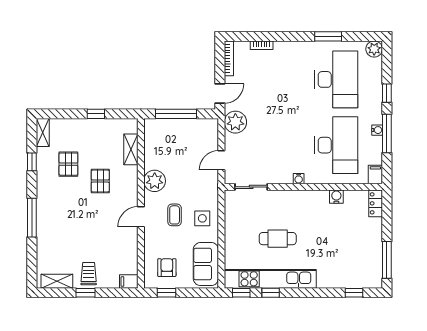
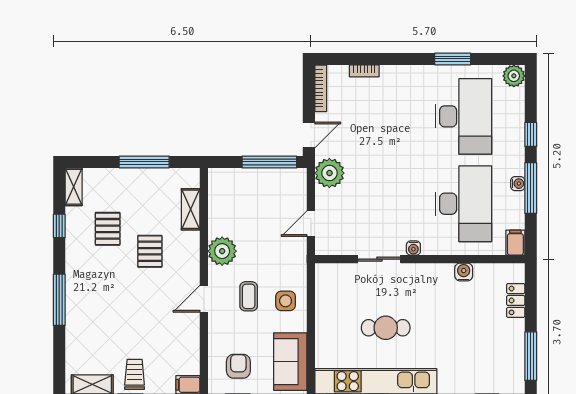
window: (96, 114) -> (144, 162), width x2.17
window: (176, 114) -> (269, 162), moved
sliding door: (251, 187) -> (379, 259), moved
locker: (376, 203) -> (516, 300), moved

